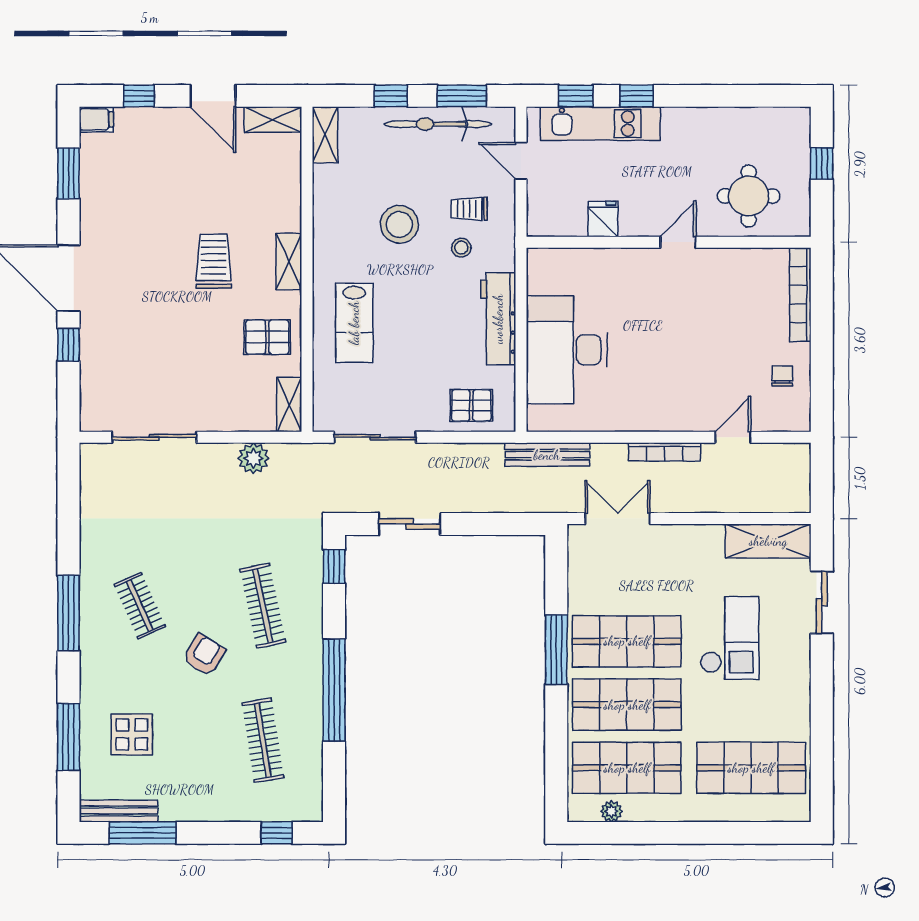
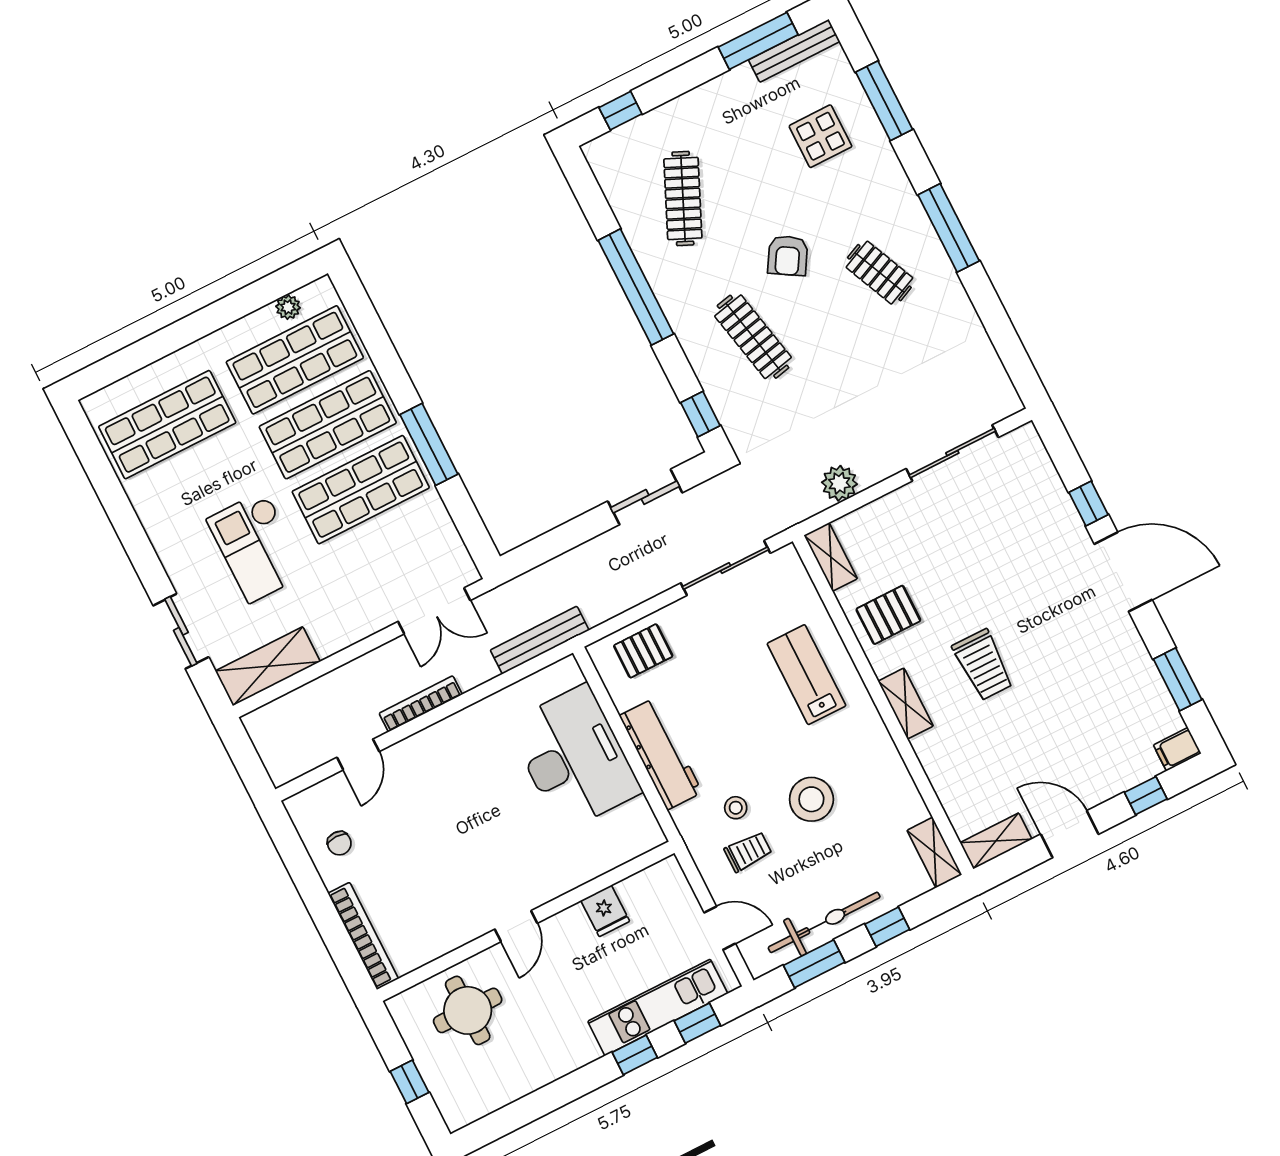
clothes rail: (263, 740) -> (683, 198), turned 33

